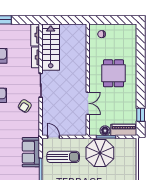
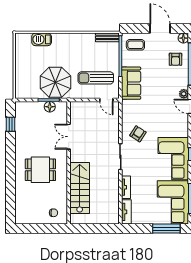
stairs: (51, 47) -> (80, 188), moved, turned 180
dining table: (113, 73) -> (40, 170), turned 90
piano: (124, 130) -> (29, 108), removed

